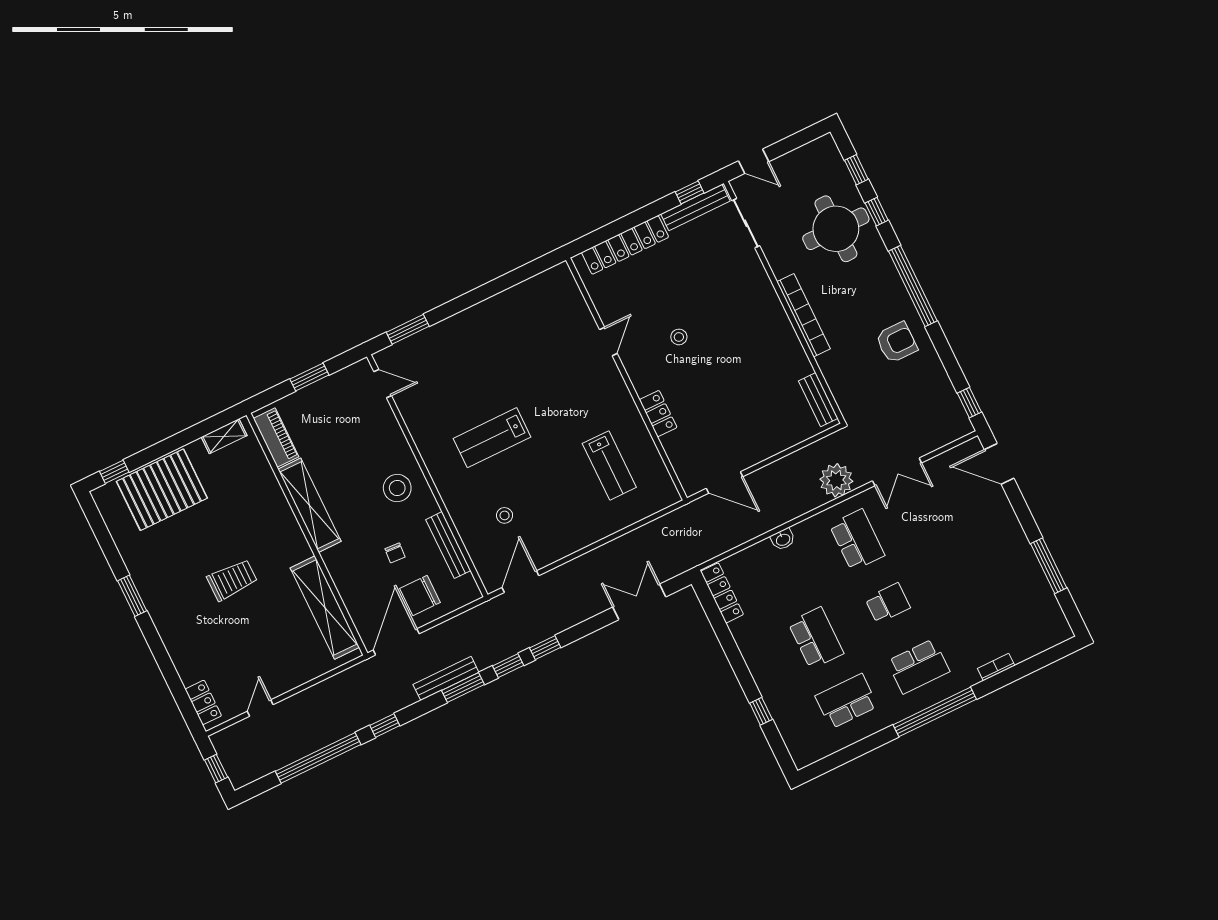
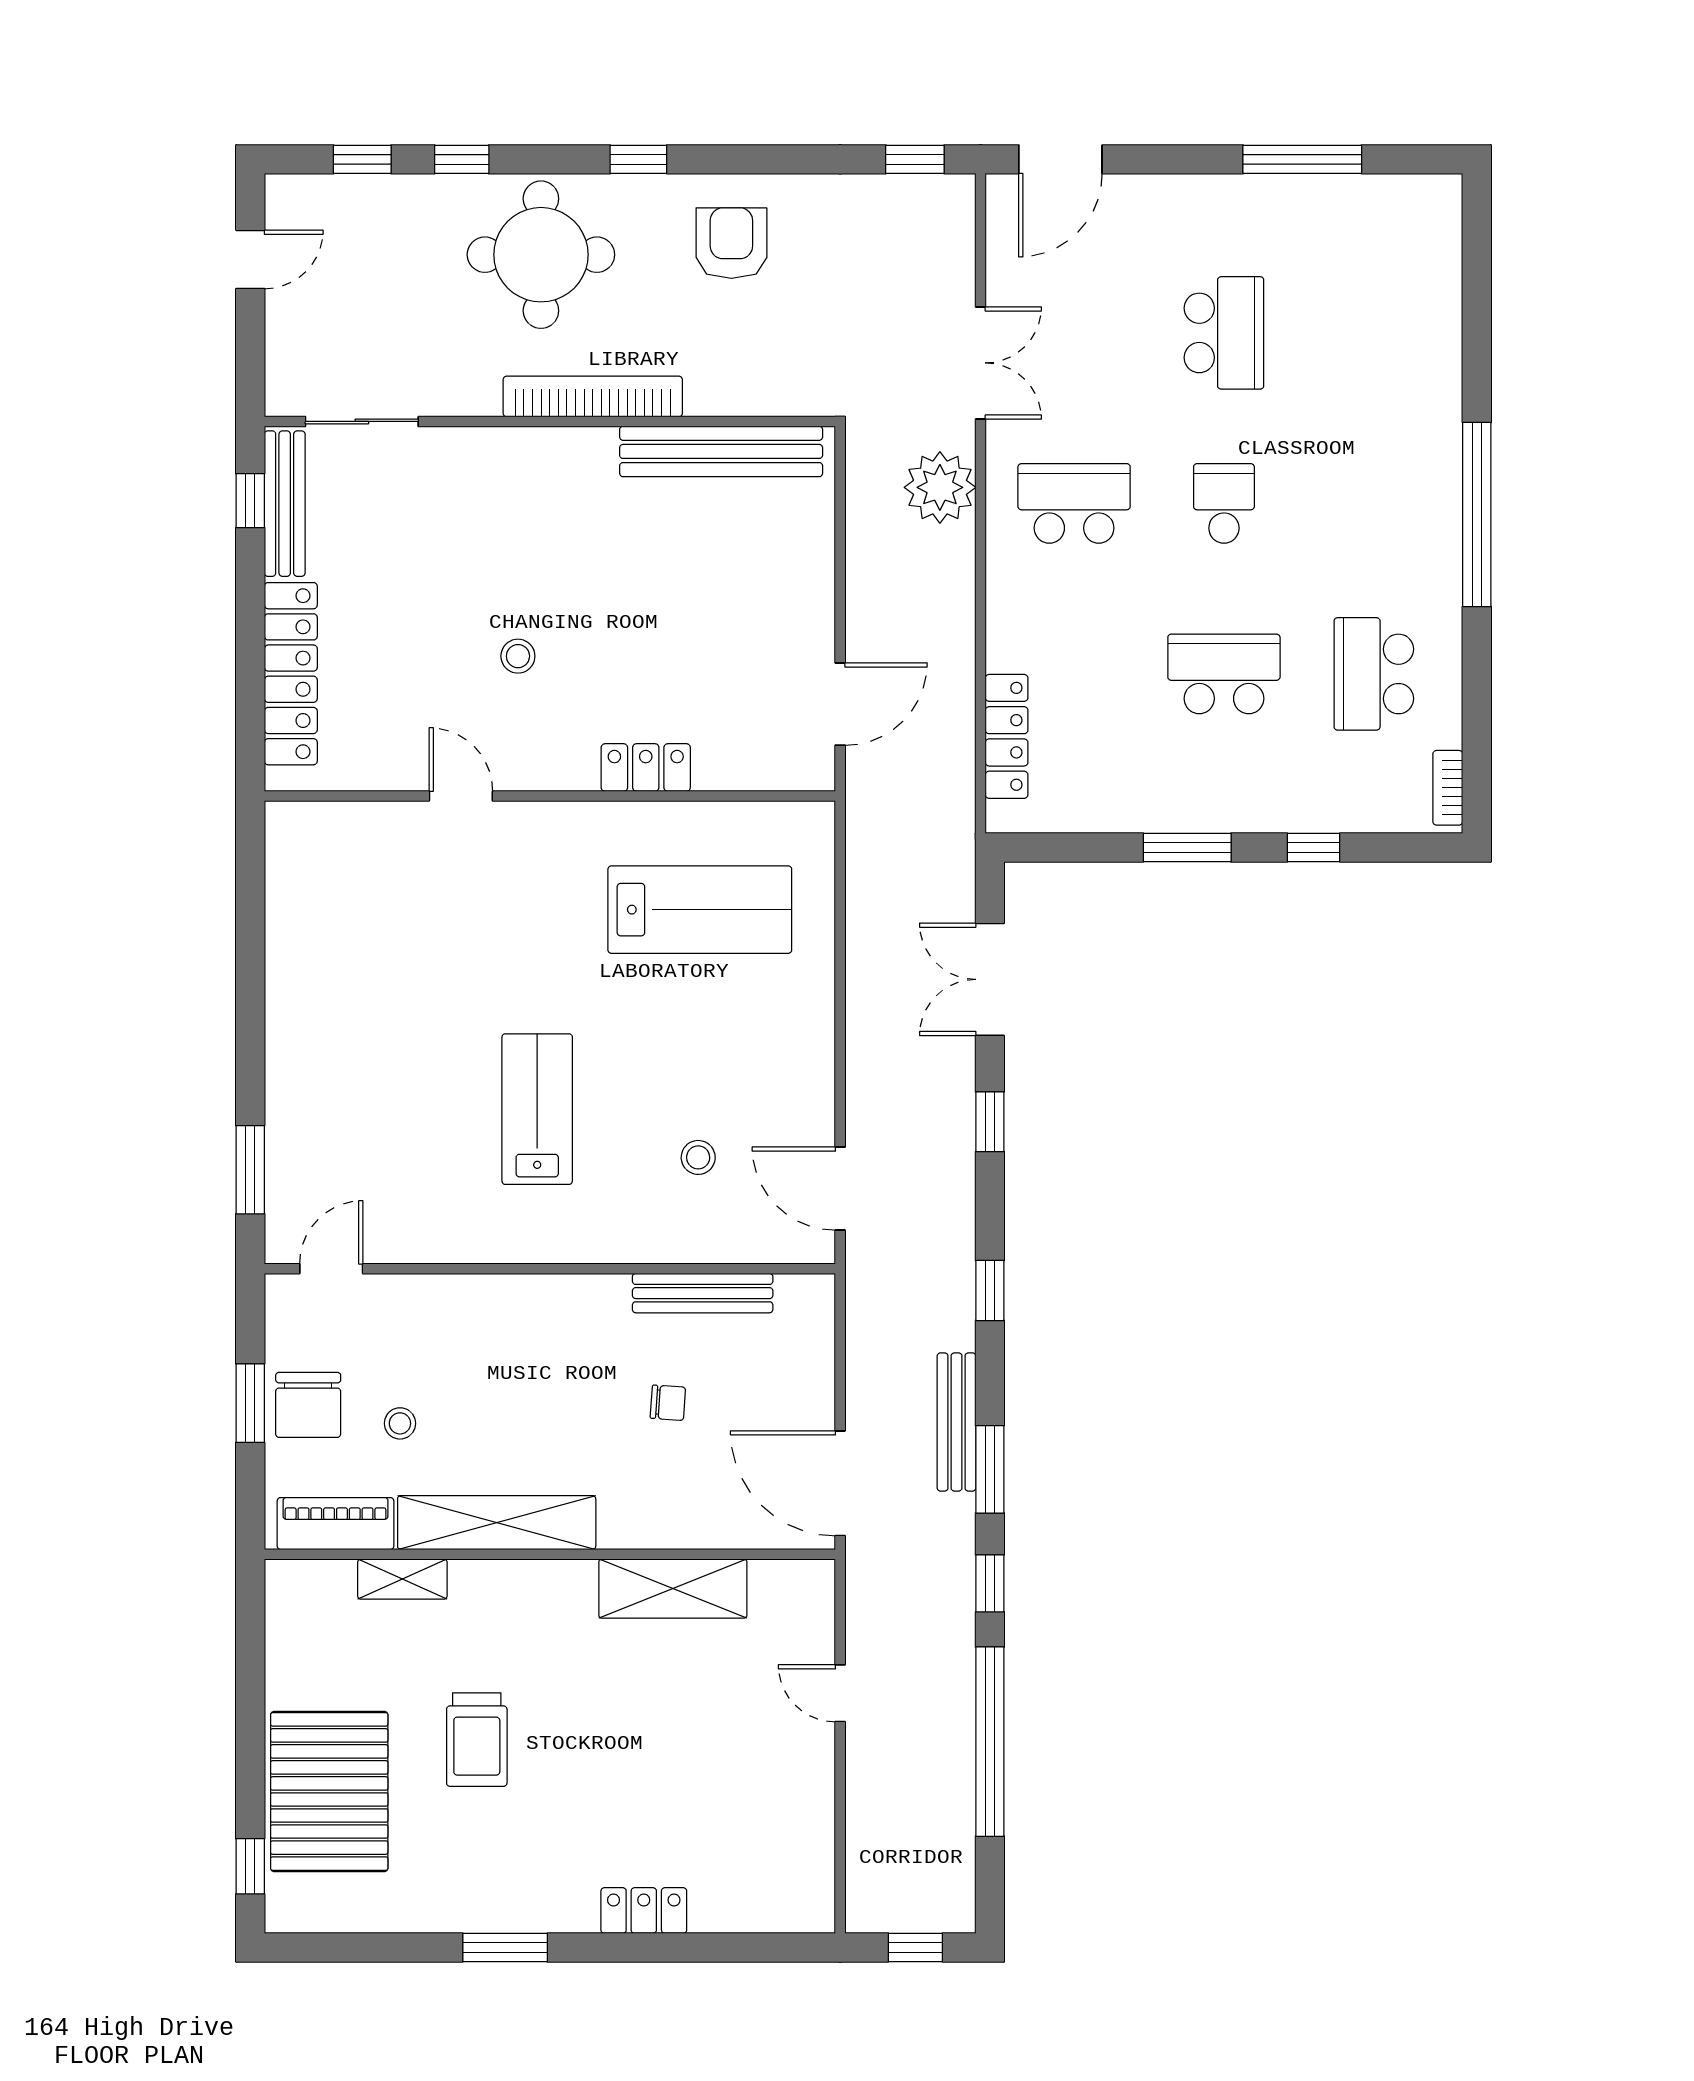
door: (754, 161) -> (250, 259), moved
round table: (836, 229) -> (541, 255), moved
window: (913, 286) -> (638, 159), width x0.32
bench: (818, 400) -> (721, 451), width x1.86, depth x1.21
shelving: (224, 436) -> (402, 1579), moved, turned 90
lab bench: (492, 438) -> (537, 1109), turned 180
lab bench: (609, 465) -> (700, 910), width x1.36, depth x1.39
stool: (397, 488) -> (400, 1423), moved, width x0.53, depth x0.53
washbasin: (783, 539) -> (1004, 645), removed
trolley: (232, 580) -> (477, 1740), moved, turned 180
locker: (722, 593) -> (1007, 736), moved, turned 90
chair: (420, 595) -> (308, 1405), moved
shelving: (325, 608) -> (673, 1589), width x0.68
window: (545, 648) -> (990, 1122), moved
window: (735, 658) -> (1187, 847), added
school desk: (918, 666) -> (1224, 333), moved
bookcase: (996, 667) -> (1448, 788), moved
window: (463, 688) -> (990, 1469), moved
locker: (203, 702) -> (644, 1911), moved
door: (260, 708) -> (840, 1693), moved

